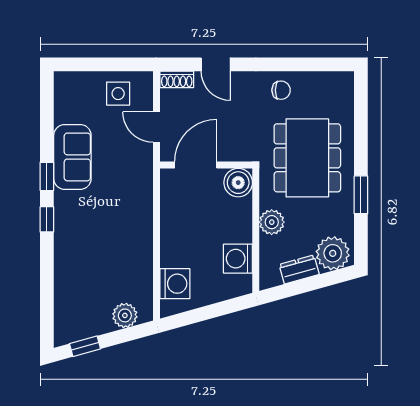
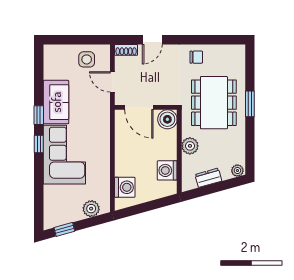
door: (216, 64) -> (152, 40), hinge flipped
door: (196, 165) -> (139, 107), swing flipped
window: (361, 195) -> (250, 104), moved
corner sofa: (85, 235) -> (64, 155), added
plant: (333, 253) -> (237, 171), width x0.53, depth x0.53

